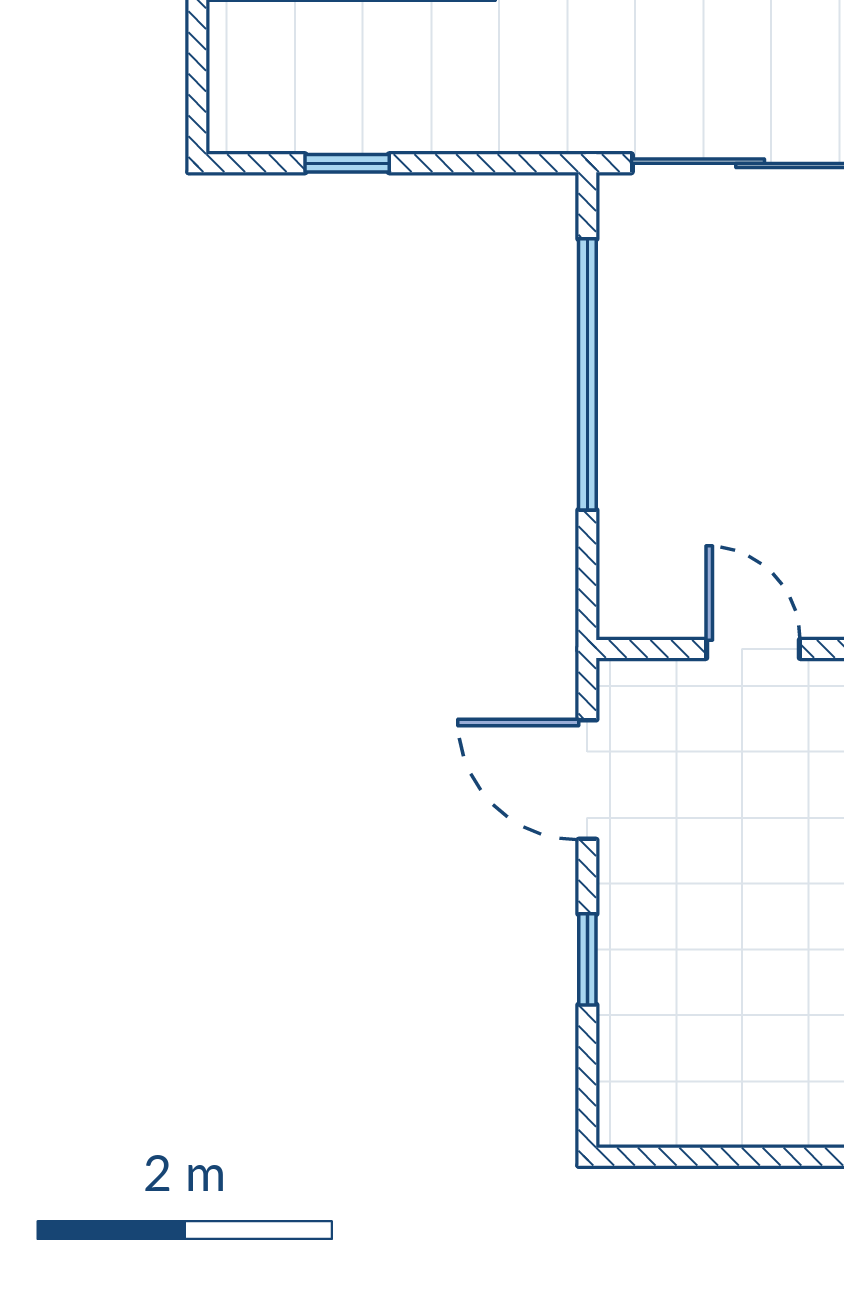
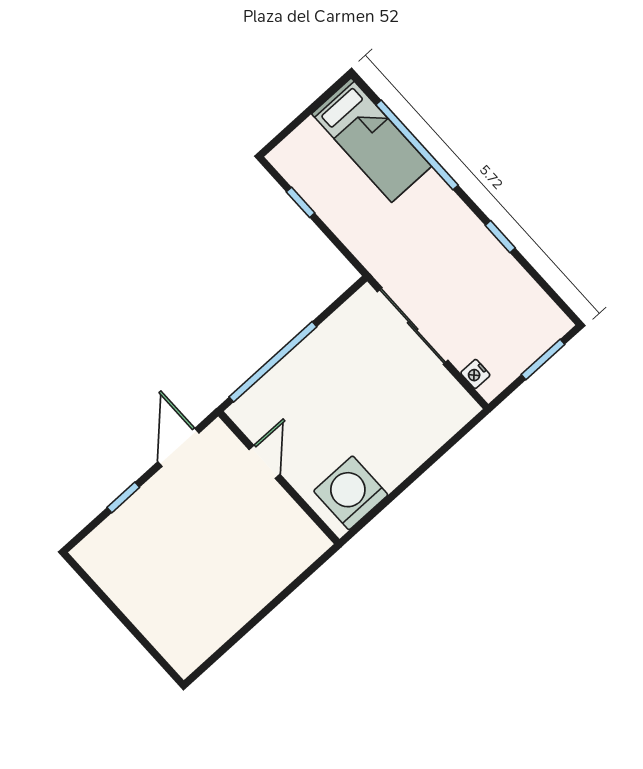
window: (587, 374) -> (273, 362), moved

